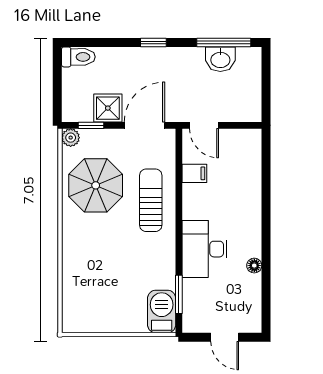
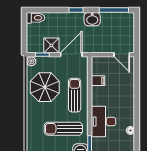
washbasin: (220, 59) -> (92, 19), moved
door: (204, 125) -> (122, 55), moved
sun lounger: (130, 262) -> (63, 129), added

